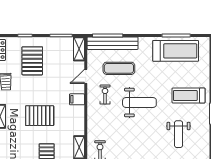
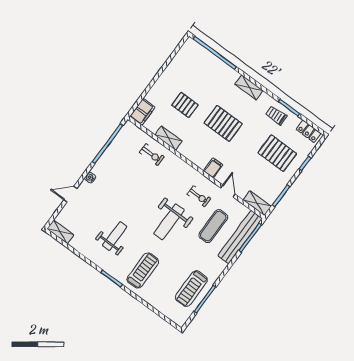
treadmill: (176, 51) -> (191, 289), width x0.73, depth x0.73
pallet: (40, 116) -> (223, 123), turned 90
weight bench: (179, 134) -> (115, 236), turned 90

